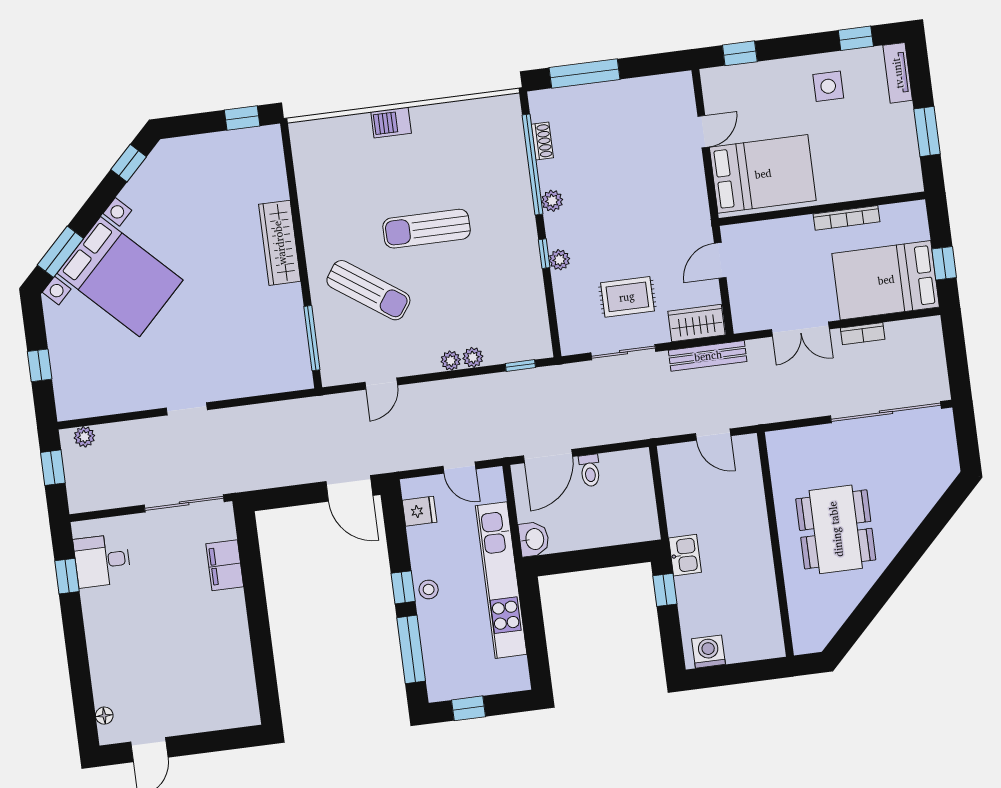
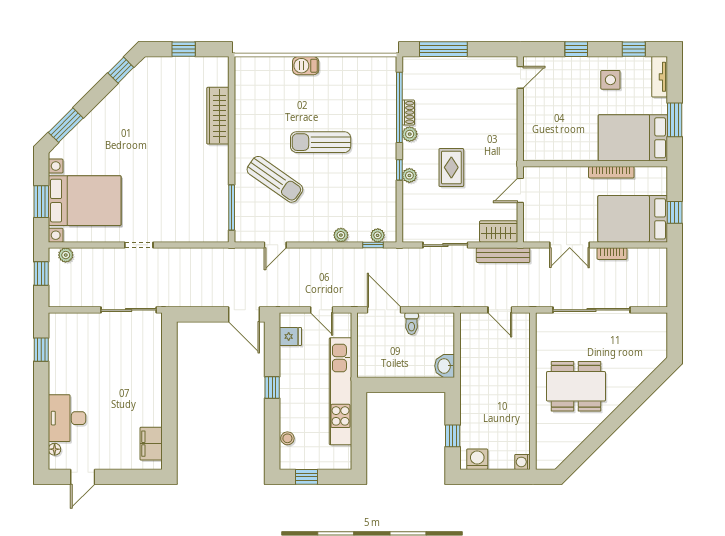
window: (740, 53) -> (576, 49), moved
window: (242, 118) -> (184, 49), moved
door: (703, 132) -> (520, 77), moved
shoe rack: (542, 141) -> (408, 112), moved
bed: (763, 174) -> (633, 138), moved, turned 180
wardrobe: (280, 243) -> (218, 116), moved
bed with nightstands: (120, 277) -> (85, 201), moved, turned -45
rug: (627, 297) -> (451, 167), moved, turned 90
plant: (451, 361) -> (378, 235), moved
window: (40, 365) -> (41, 202), width x1.50
sliding door: (886, 412) -> (592, 310), moved
door: (548, 456) -> (384, 310), swing flipped
dining table: (836, 529) -> (576, 386), turned 90
washbasin: (534, 539) -> (445, 366), moved, turned 180
kitchen sink: (685, 555) -> (470, 391), removed
desk: (102, 561) -> (67, 418), moved, width x1.37
filing cabinet: (225, 565) -> (151, 444), moved
stool: (429, 589) -> (287, 438), moved
window: (665, 590) -> (453, 436), moved
washing machine: (774, 647) -> (523, 462), added
window: (411, 649) -> (272, 431), removed

